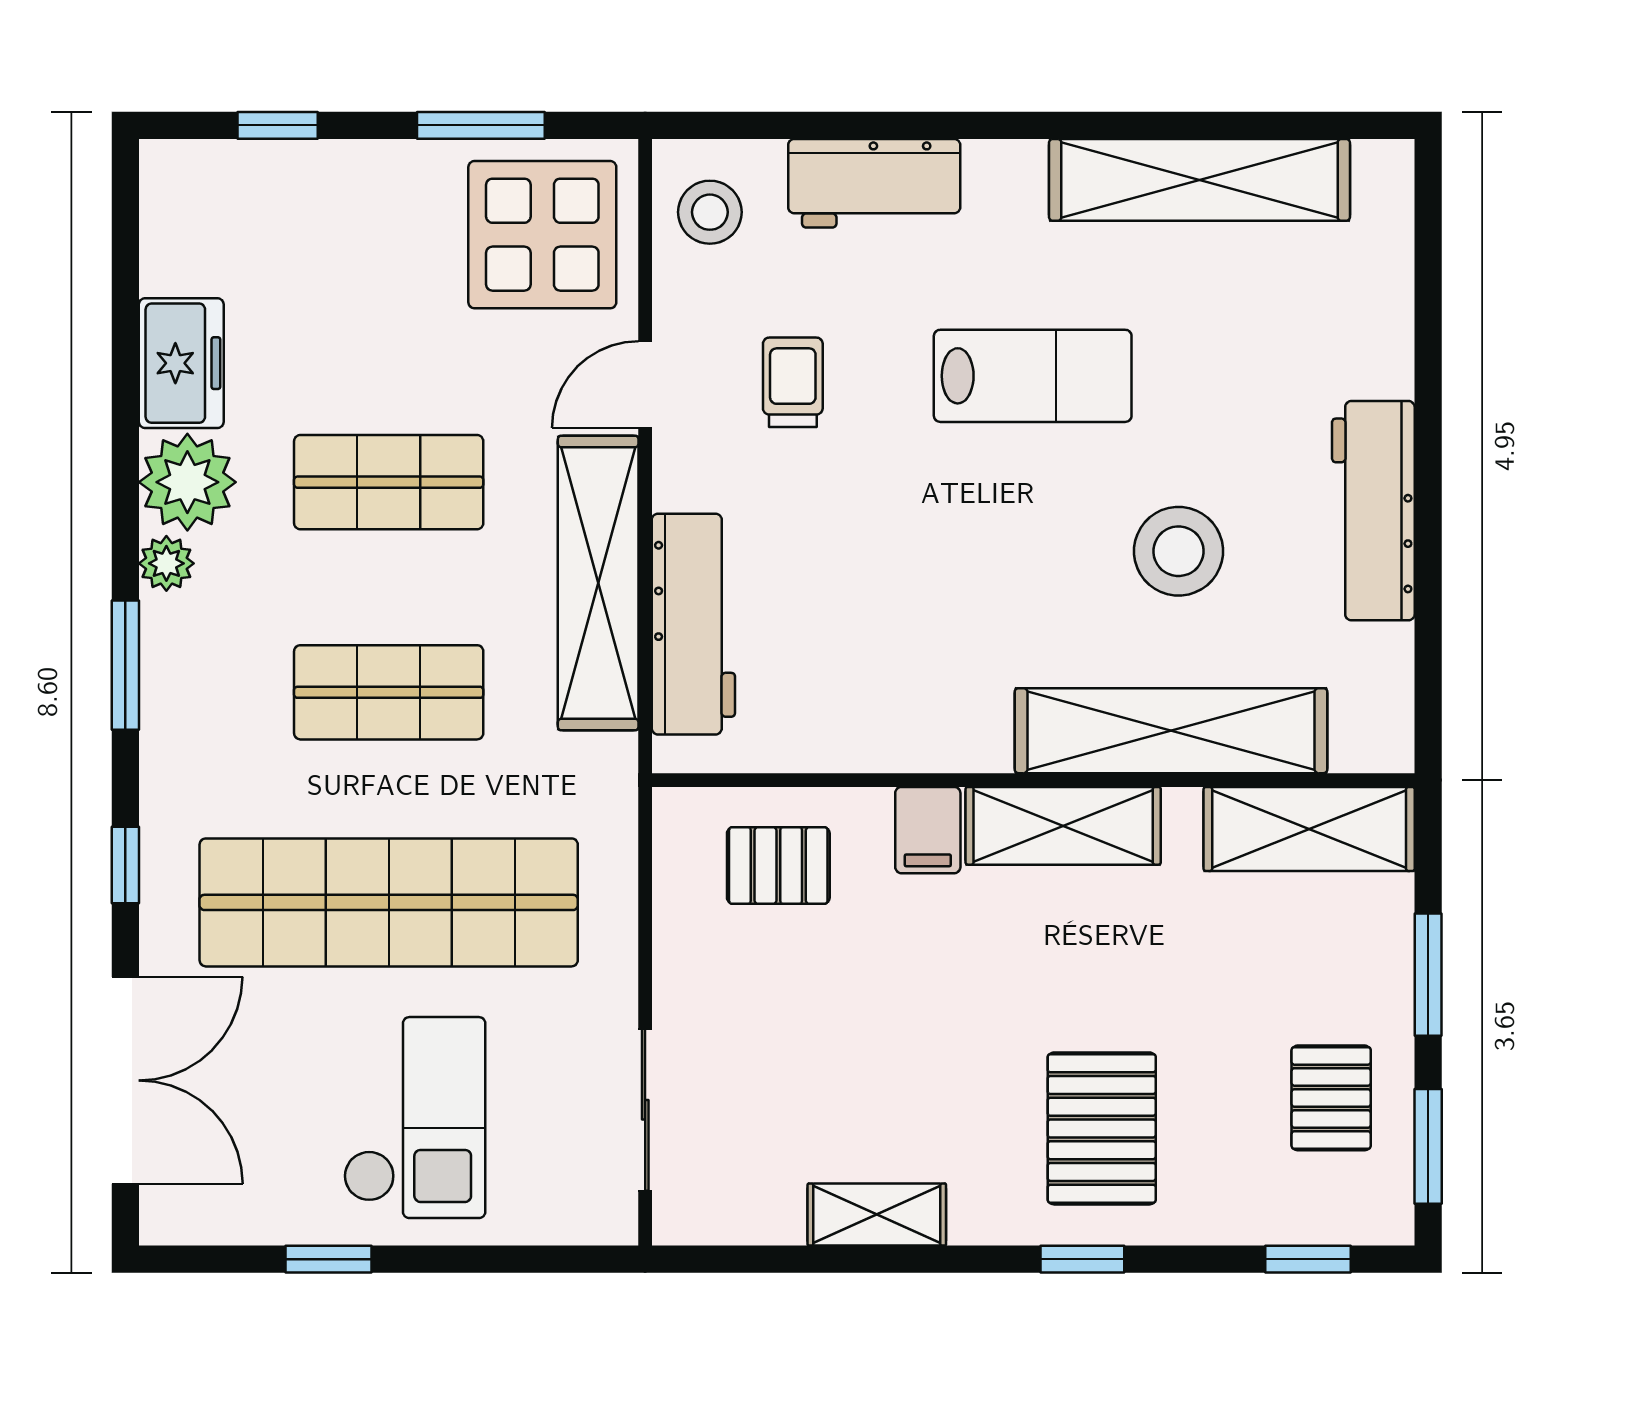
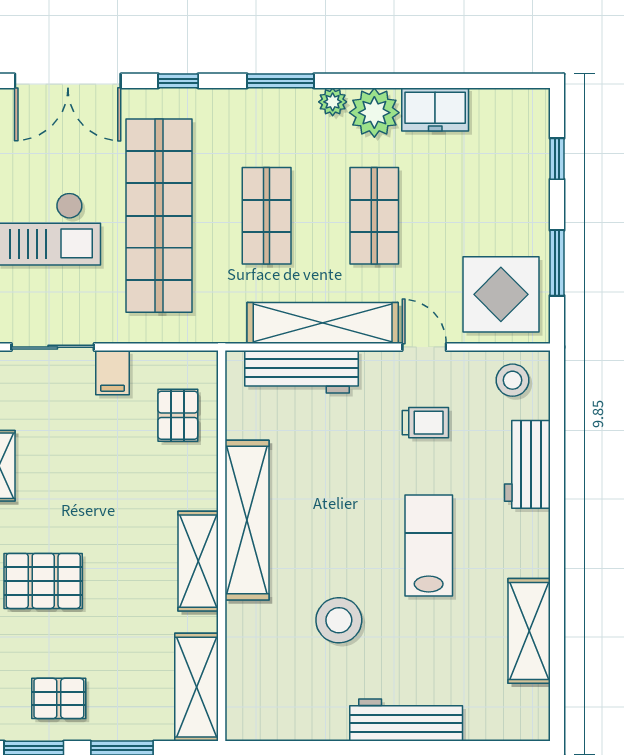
shelving: (1199, 180) -> (529, 631), width x0.68
lab bench: (1033, 376) -> (429, 546), turned 180
workbench: (1373, 511) -> (406, 720), moved
shelving: (1171, 731) -> (247, 520), moved
filing cabinet: (928, 830) -> (113, 373), moved, turned -90

